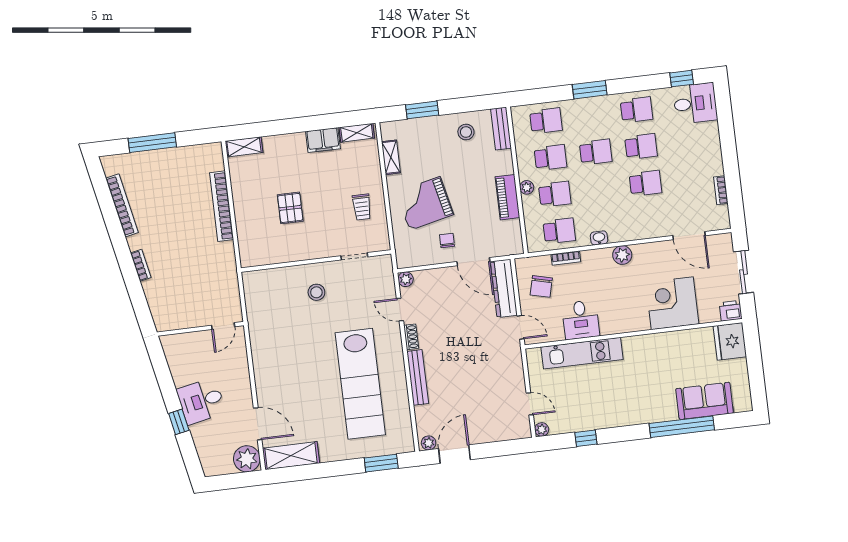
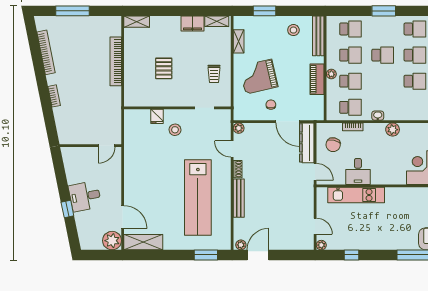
bench: (501, 129) -> (318, 36), width x1.36
fridge: (289, 277) -> (157, 116), added

